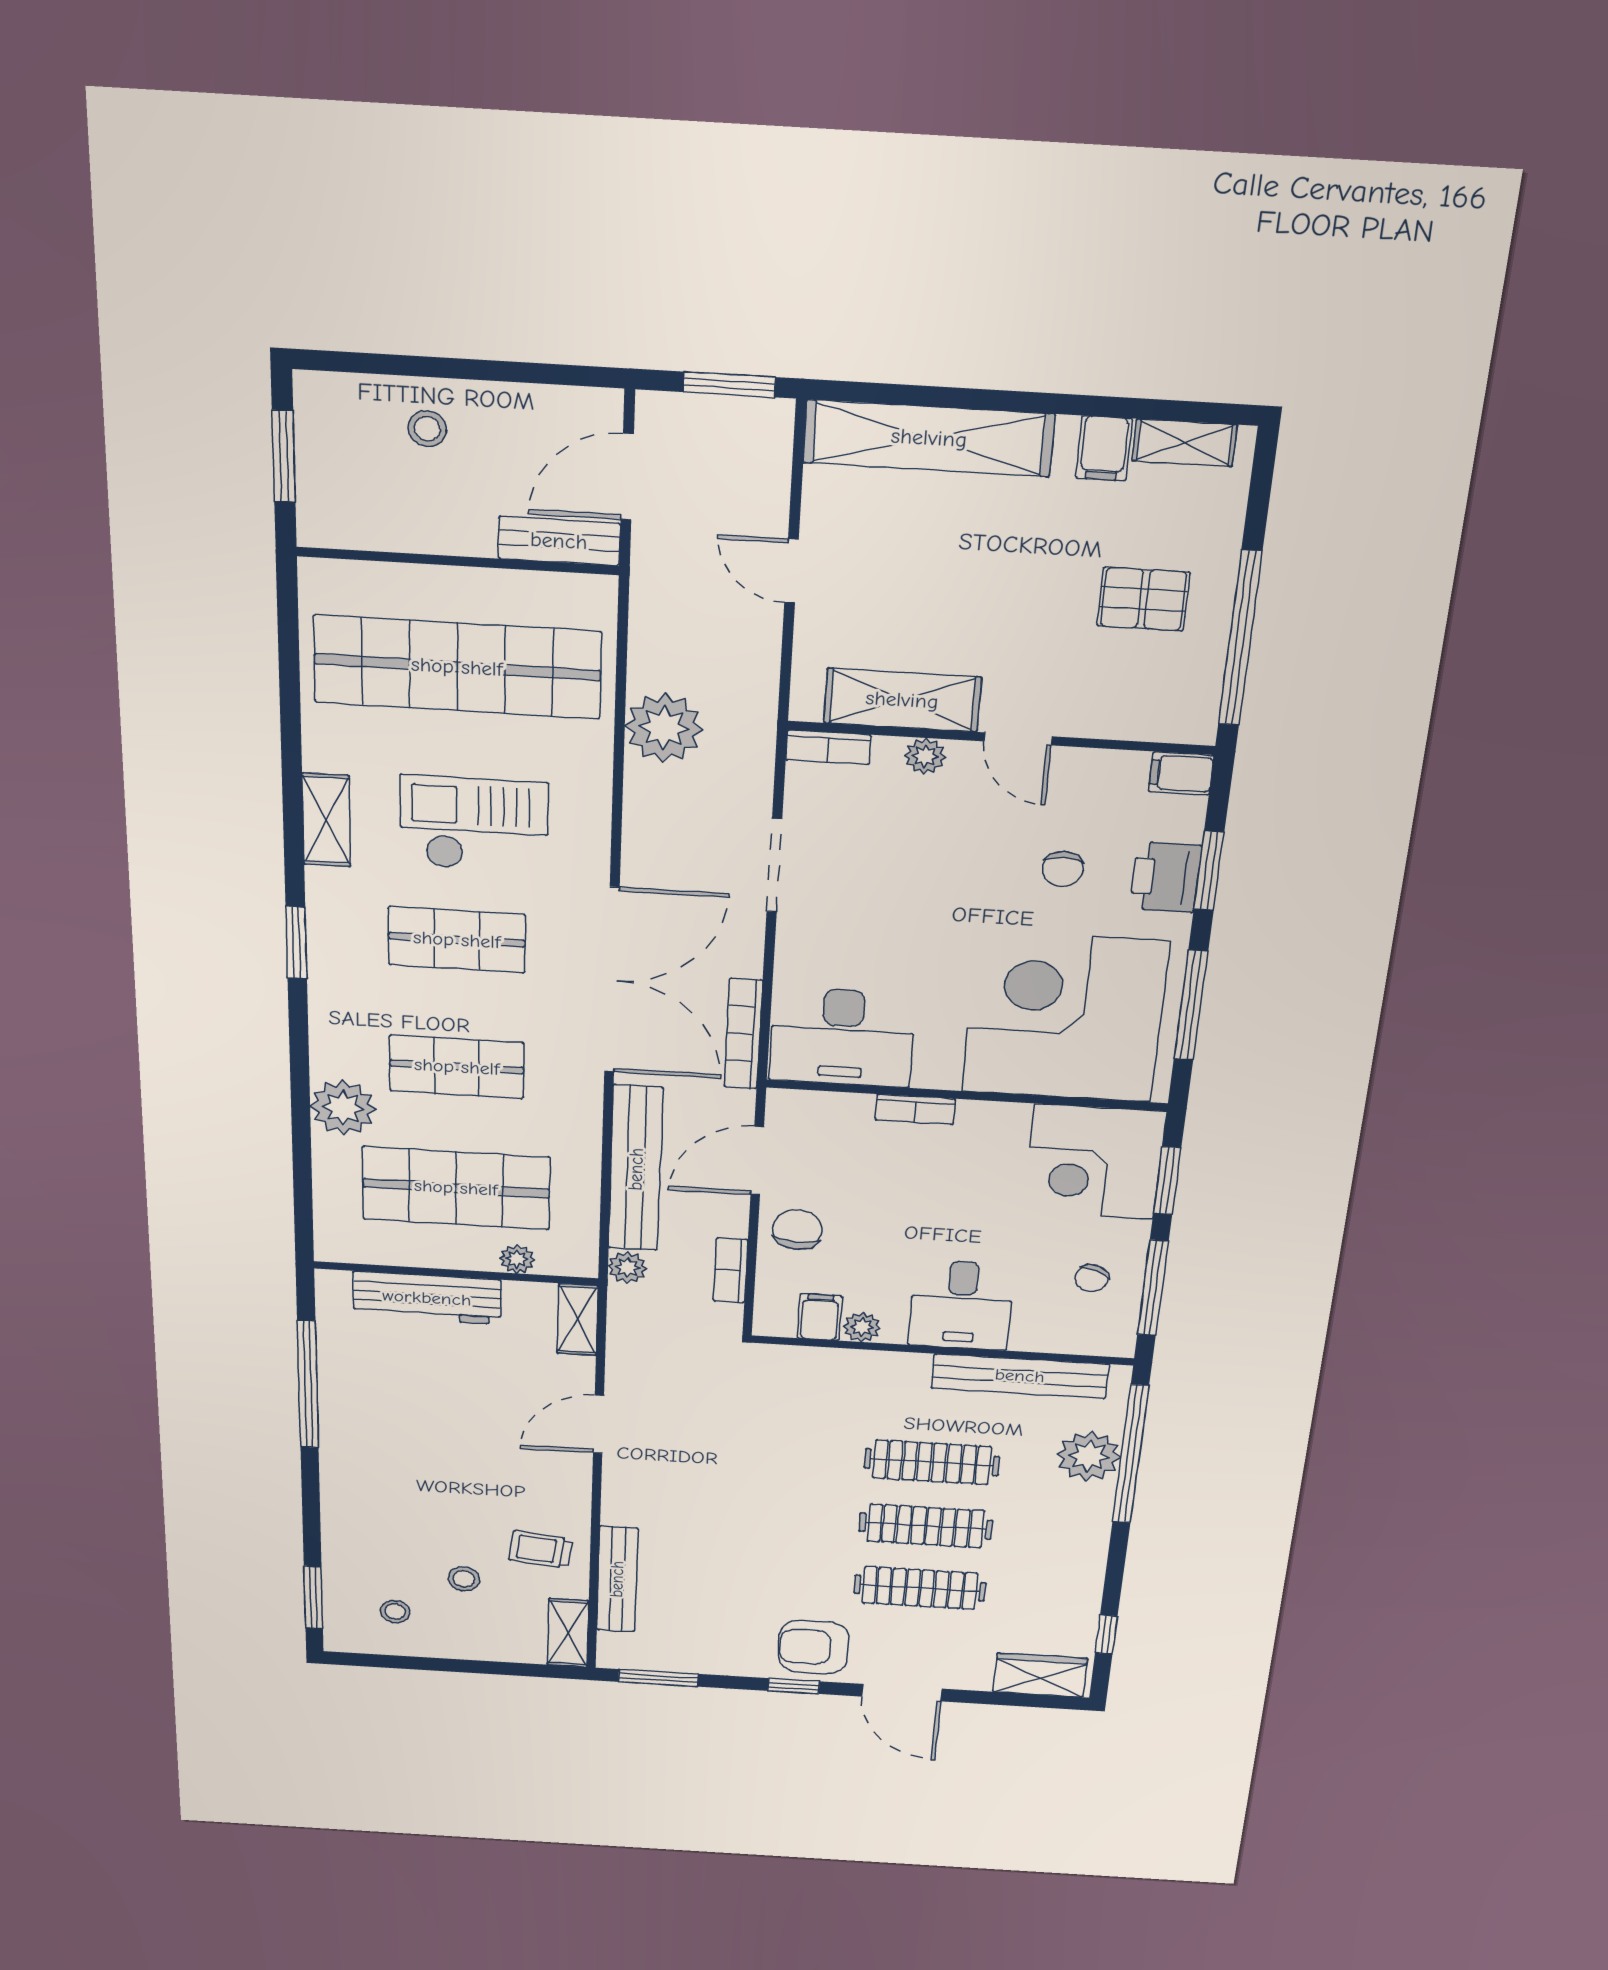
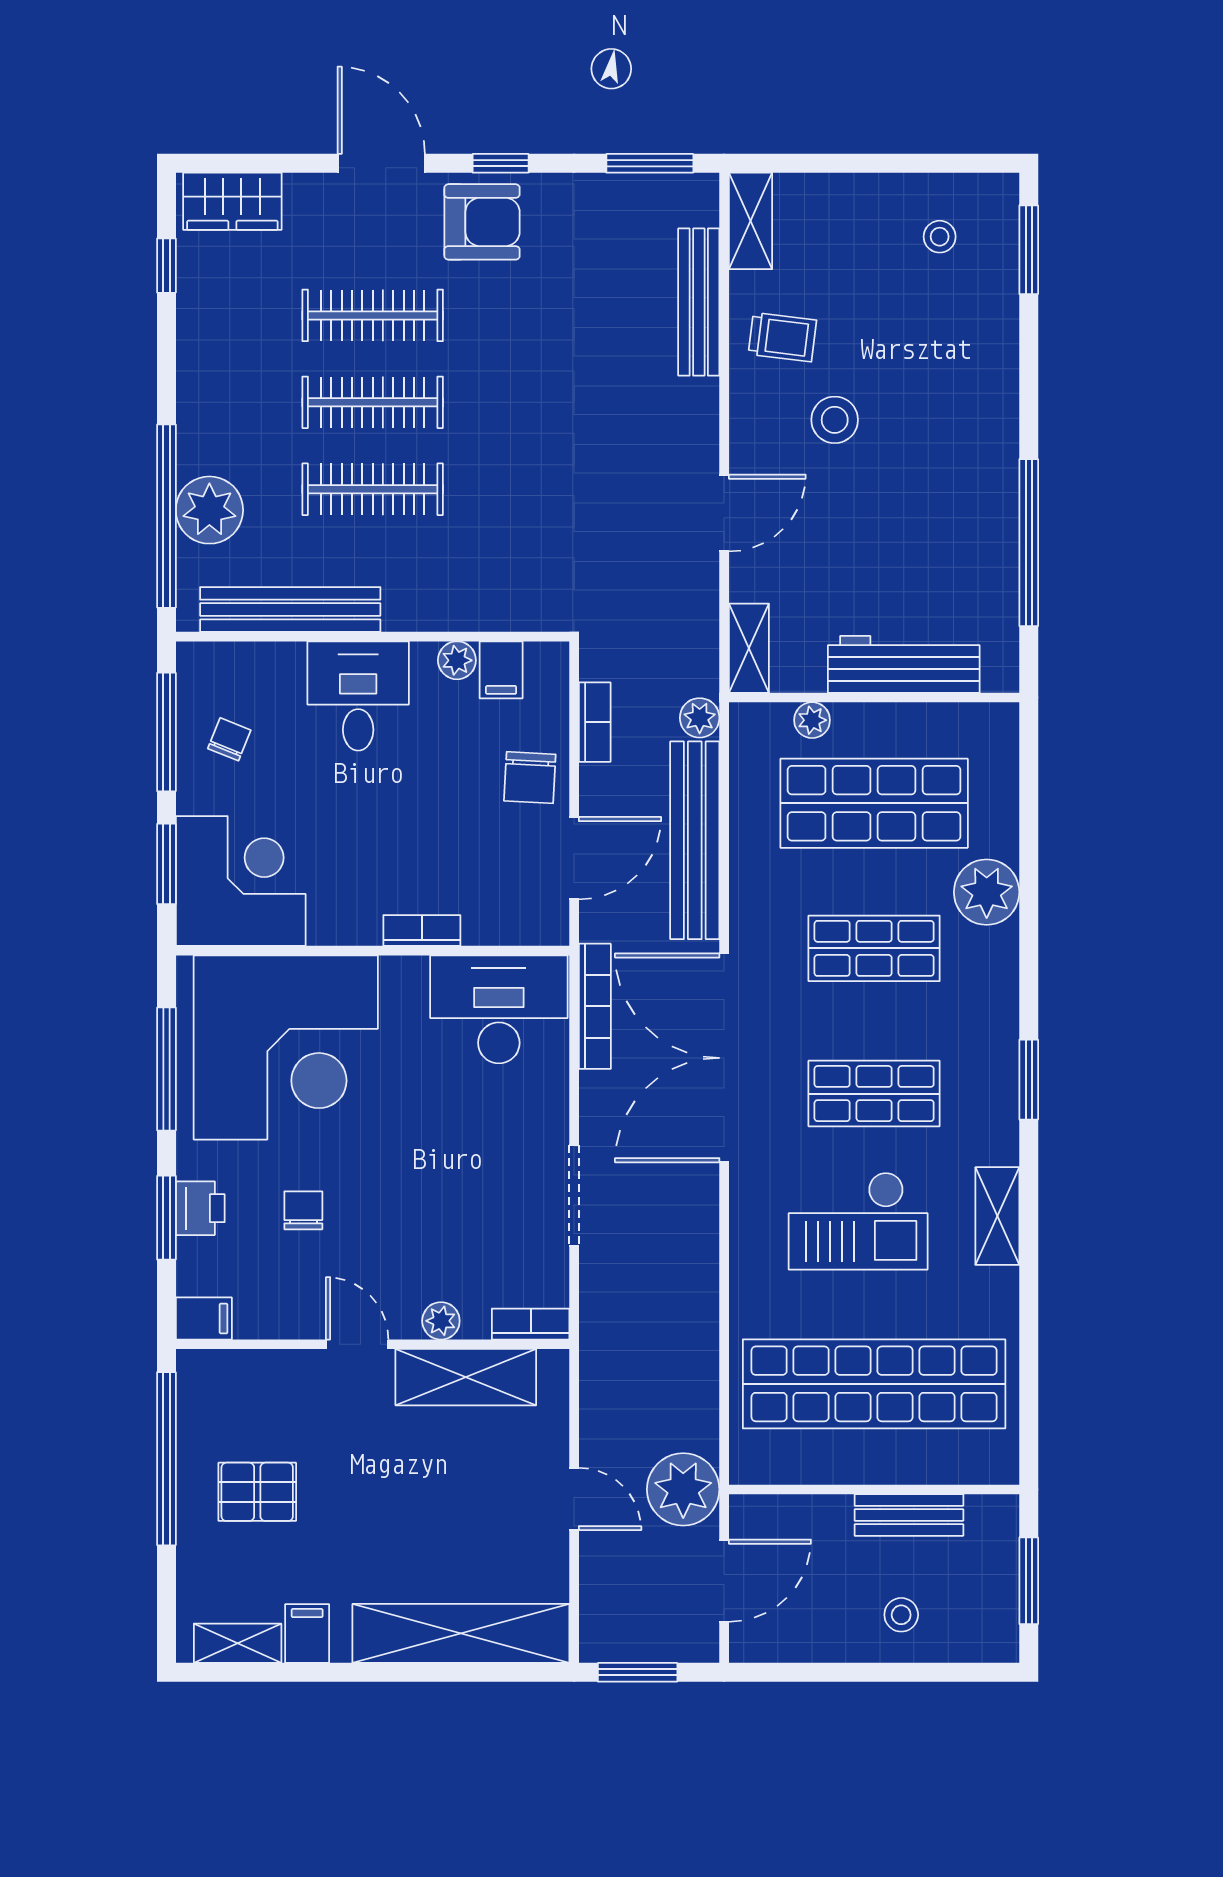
bench: (559, 541) -> (909, 1515), moved
plant: (664, 728) -> (683, 1489), moved
printer: (1166, 877) -> (200, 1208), width x0.73, depth x0.81
stool: (464, 1579) -> (835, 420), moved, width x1.37, depth x1.37

